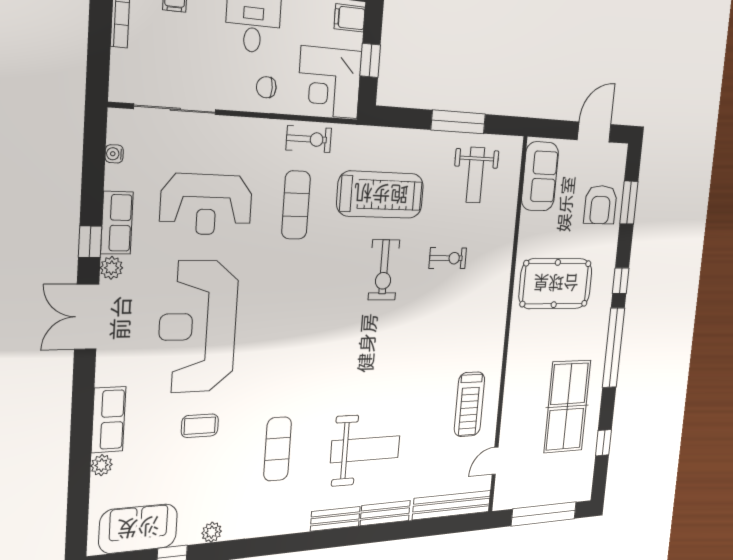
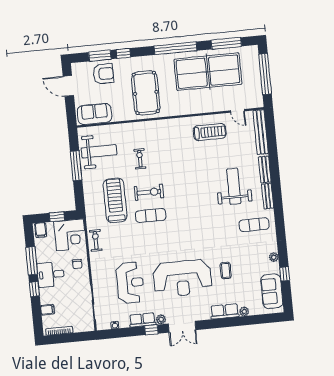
weight bench: (475, 175) -> (99, 151), width x1.36, depth x1.33
exercise mat: (296, 205) -> (151, 215), moved
window: (621, 281) -> (123, 53), moved
table tennis table: (567, 406) -> (208, 72), width x1.36, depth x1.32
window: (603, 443) -> (226, 43), width x2.17
exercise mat: (278, 449) -> (254, 225), moved

